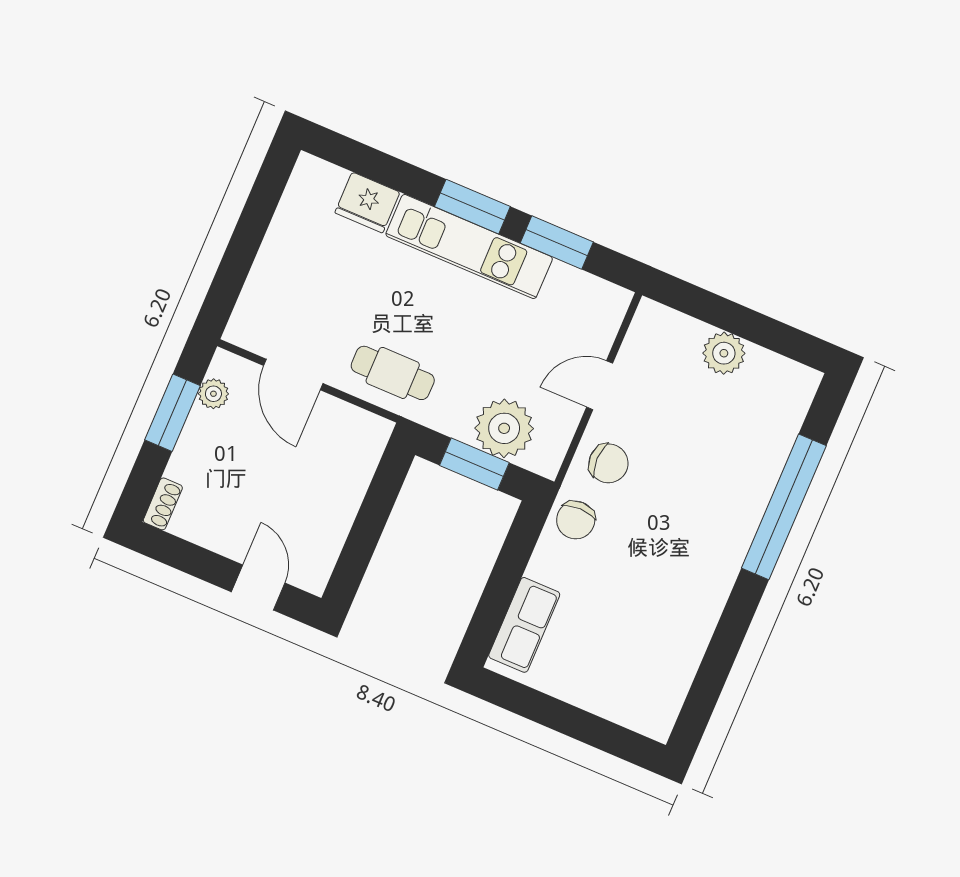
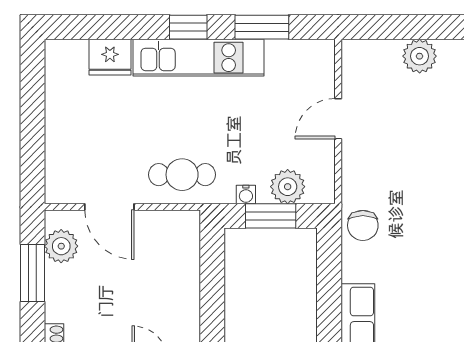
window: (472, 207) -> (188, 27), width x0.67
plant: (213, 394) -> (61, 246), width x1.38, depth x1.38
water cooler: (456, 427) -> (246, 194), added
plant: (504, 428) -> (288, 187), width x0.73, depth x0.73
chair: (608, 463) -> (369, 173), removed

